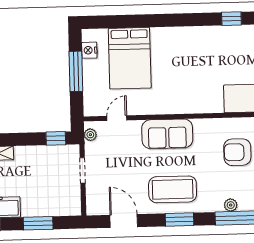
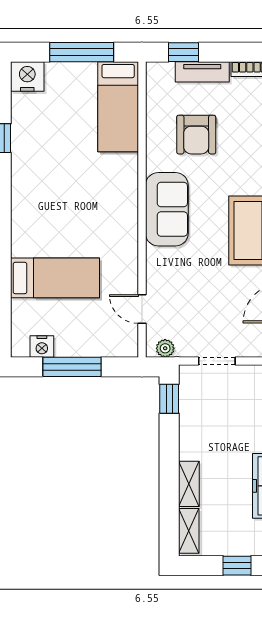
bed: (130, 58) -> (55, 278), width x0.67
sofa: (167, 134) -> (167, 209), moved

